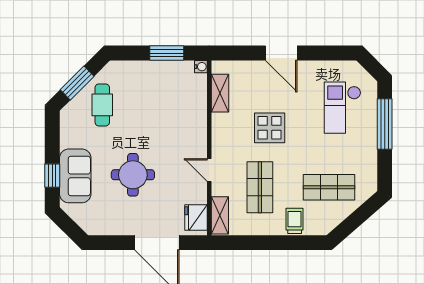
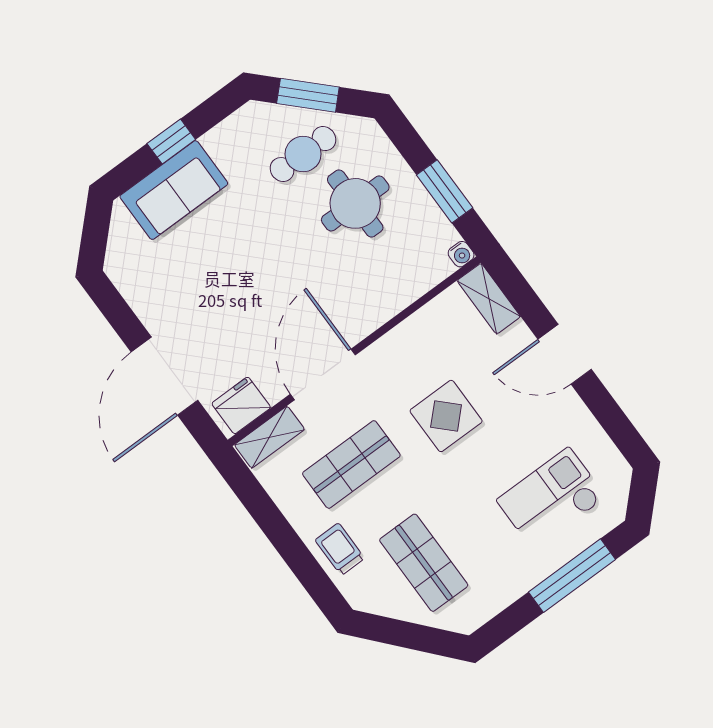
door: (281, 53) -> (565, 354), hinge flipped
shelving: (220, 93) -> (489, 299), moved, turned 90
door: (209, 170) -> (323, 374), width x1.88
round table: (133, 175) -> (355, 203), moved
window: (52, 176) -> (171, 142), moved
trolley: (295, 221) -> (340, 549), turned -90

